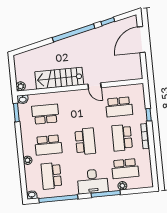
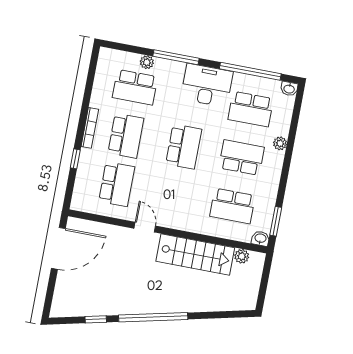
door: (141, 40) -> (58, 248), moved
plant: (21, 86) -> (242, 256), moved
school desk: (119, 107) -> (117, 184), turned 90
school desk: (85, 141) -> (184, 147), turned 180
school desk: (125, 169) -> (135, 87), turned 180
school desk: (51, 176) -> (251, 109), turned 90
desk: (93, 181) -> (207, 85), moved

